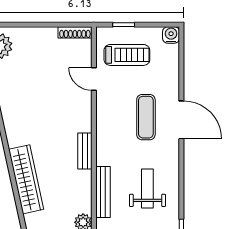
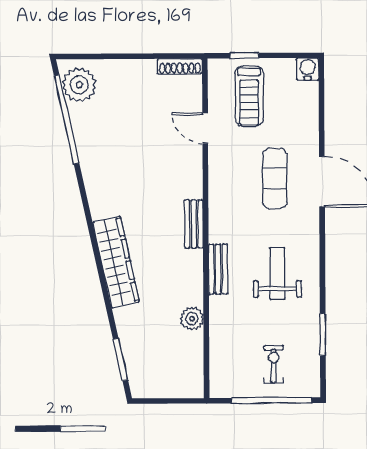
treadmill: (127, 55) -> (249, 96), turned 90
bench: (103, 192) -> (218, 269), width x0.73

